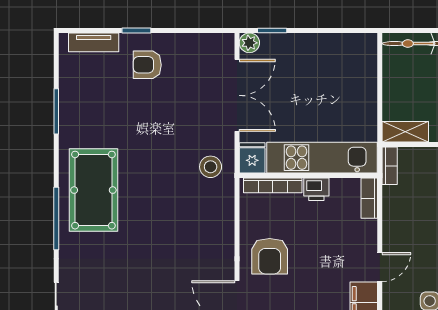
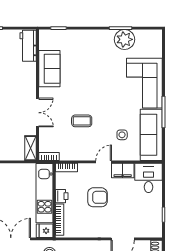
armchair: (270, 256) -> (97, 197), moved
door: (380, 267) -> (104, 162), hinge flipped

